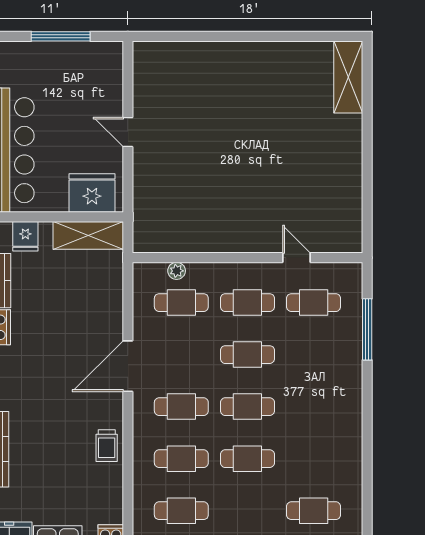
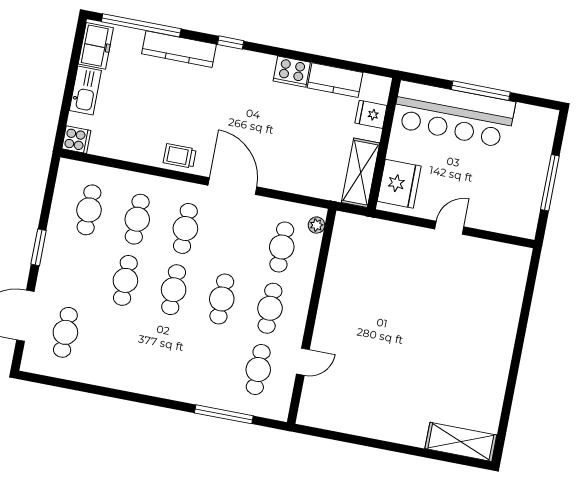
plant: (177, 271) -> (316, 225), moved
trolley: (107, 446) -> (180, 156), moved

